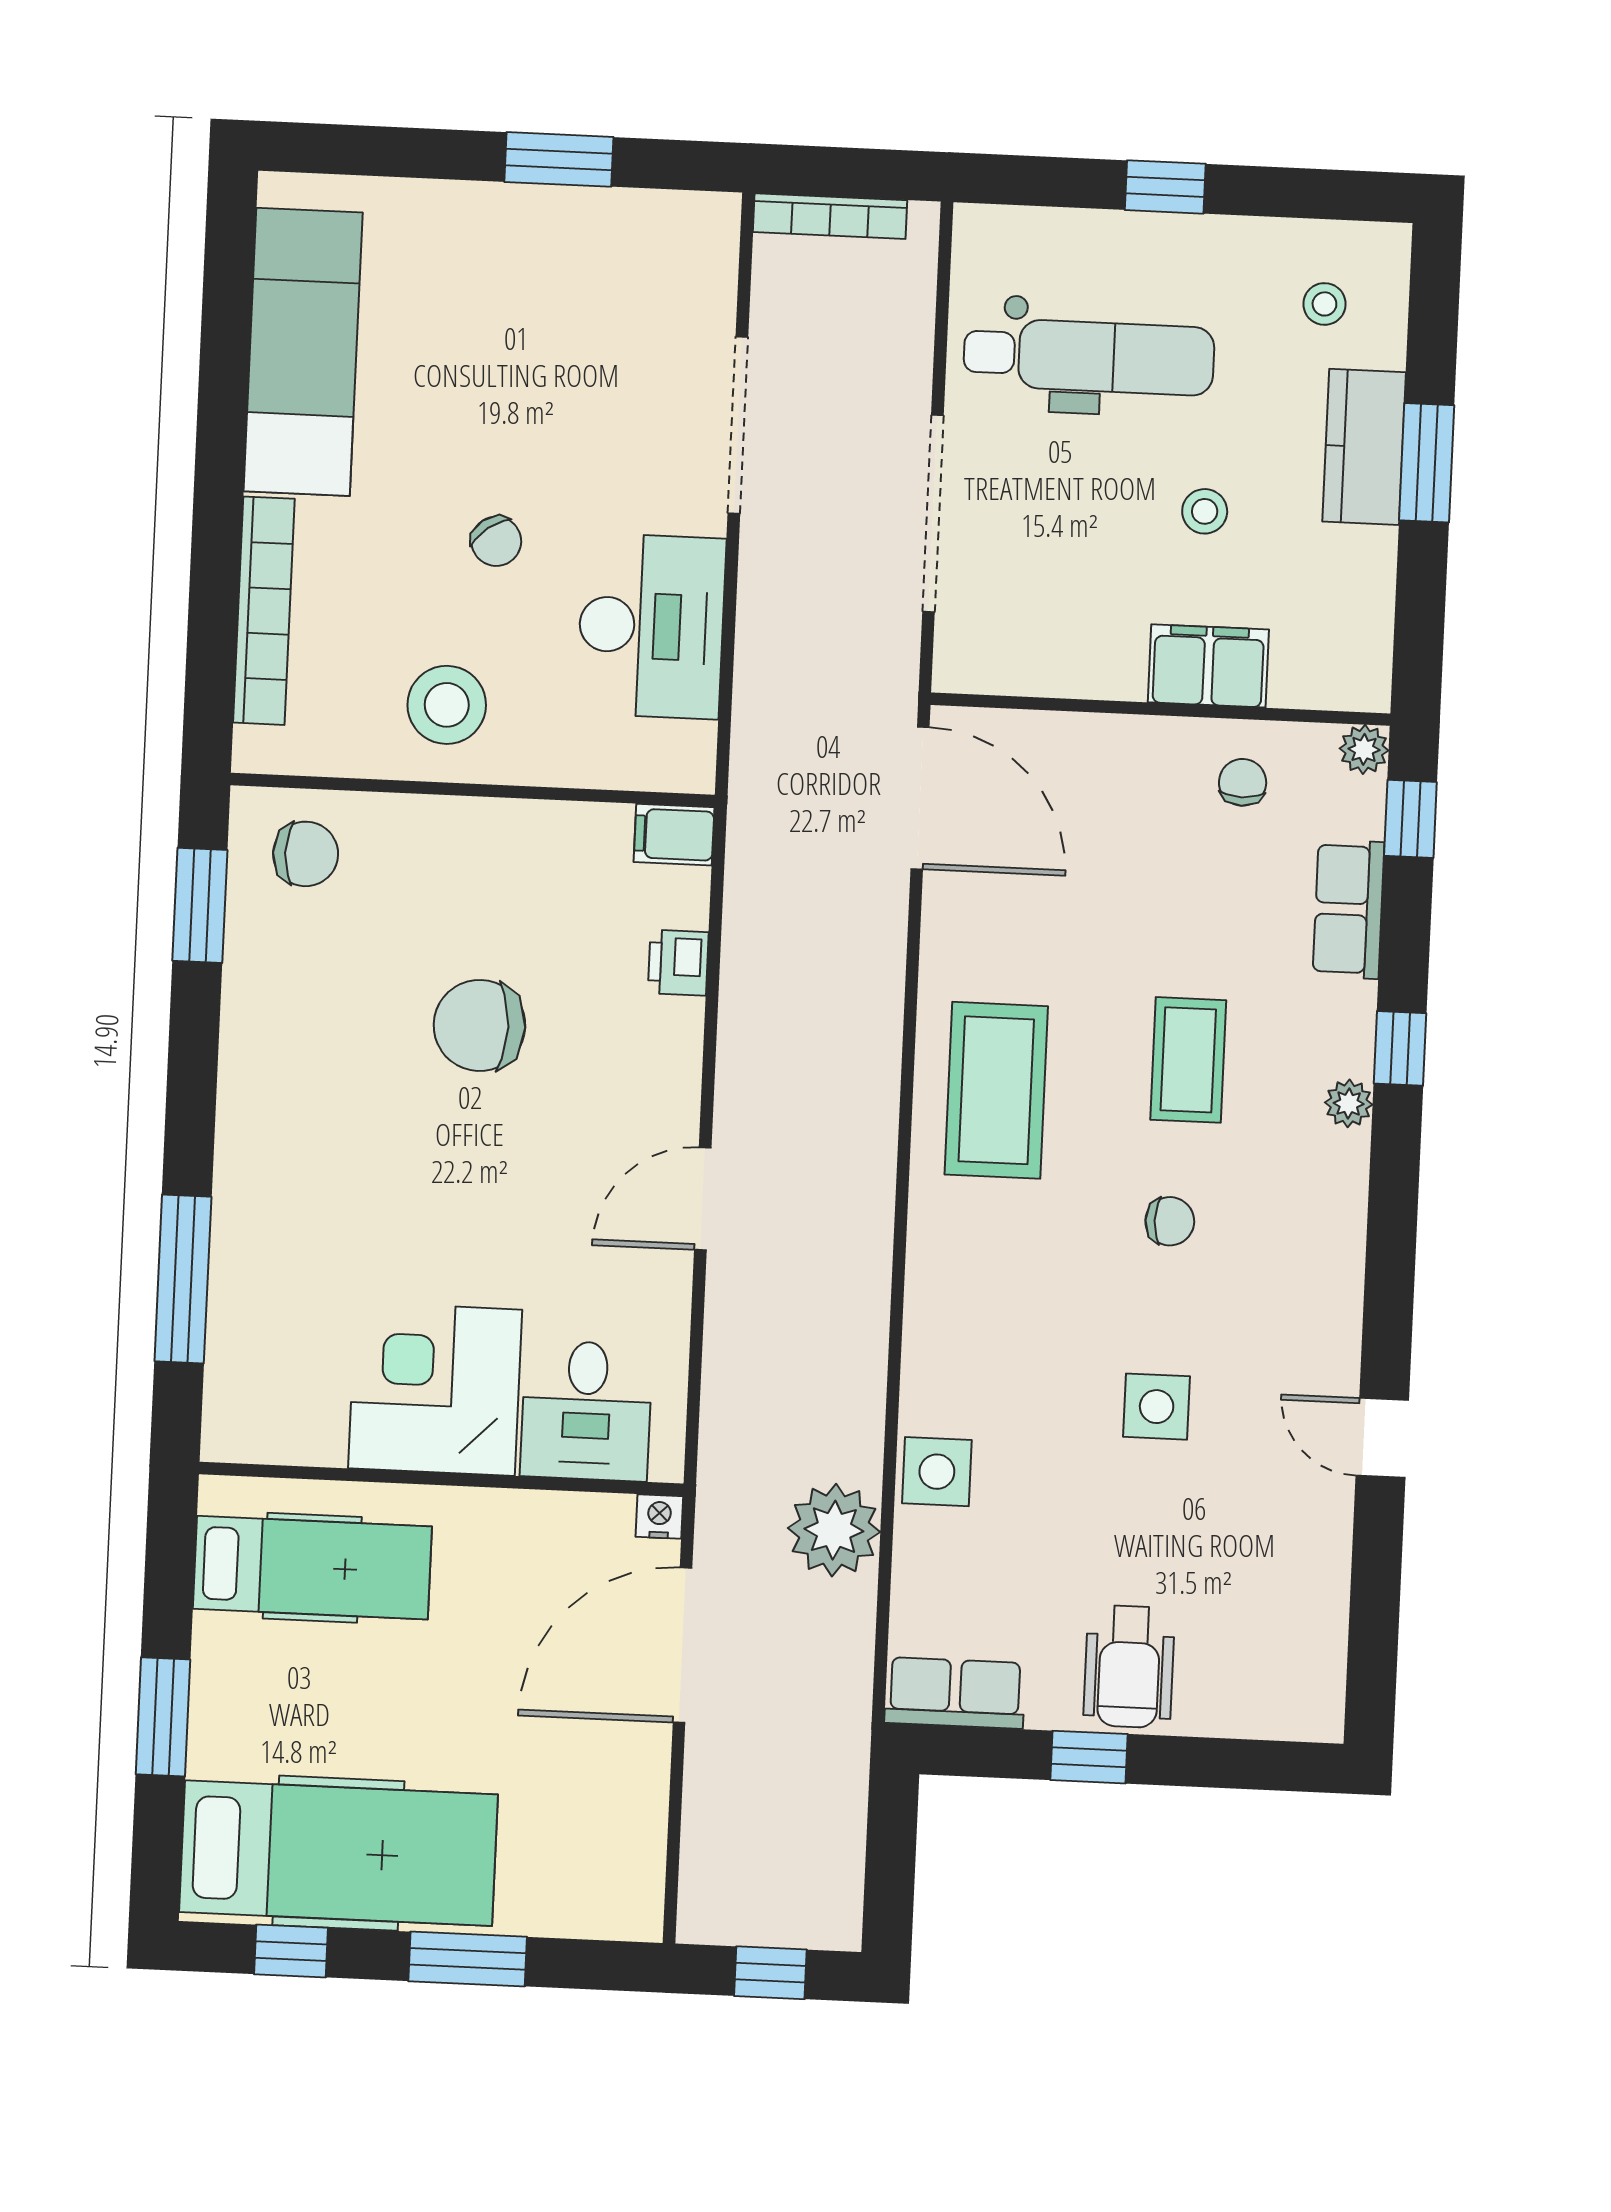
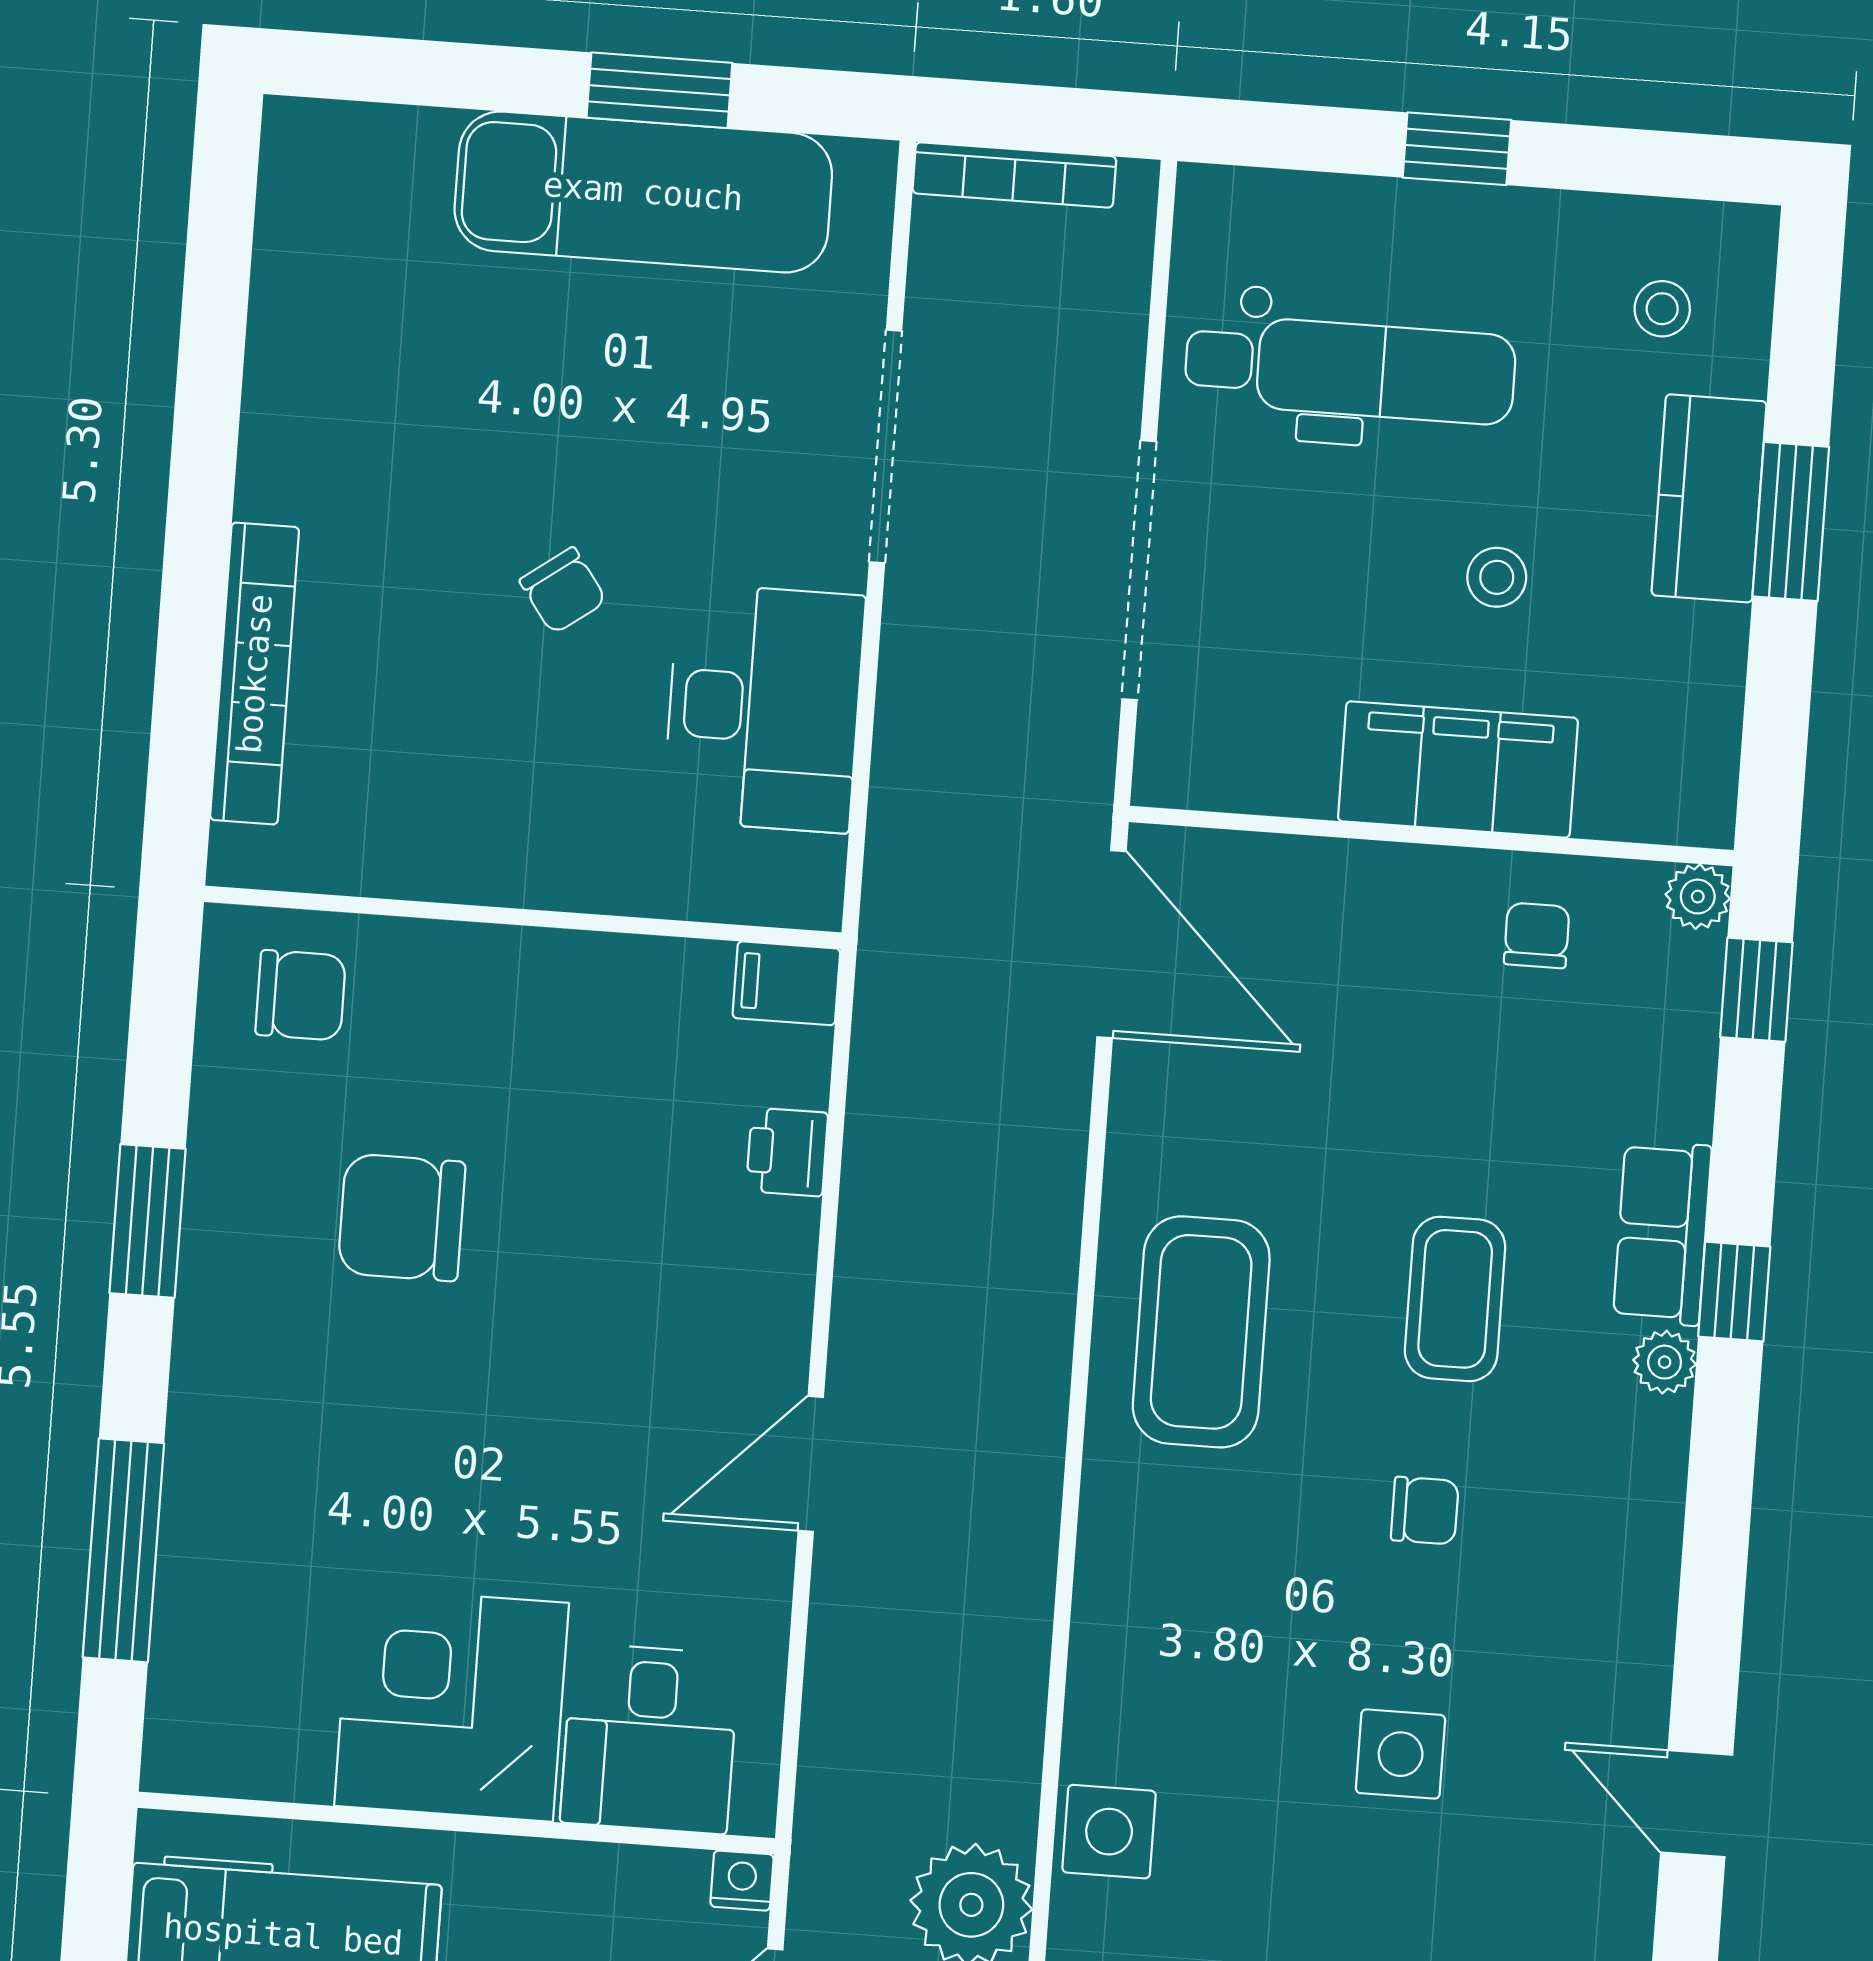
exam couch: (303, 352) -> (643, 192), moved, turned 90
filing cabinet: (1208, 666) -> (1458, 770), width x1.50, depth x1.17
stool: (447, 705) -> (492, 804), removed
window: (200, 905) -> (148, 1221), moved
row of seats: (1349, 909) -> (1662, 1233), moved
chair: (479, 1025) -> (402, 1217), moved

